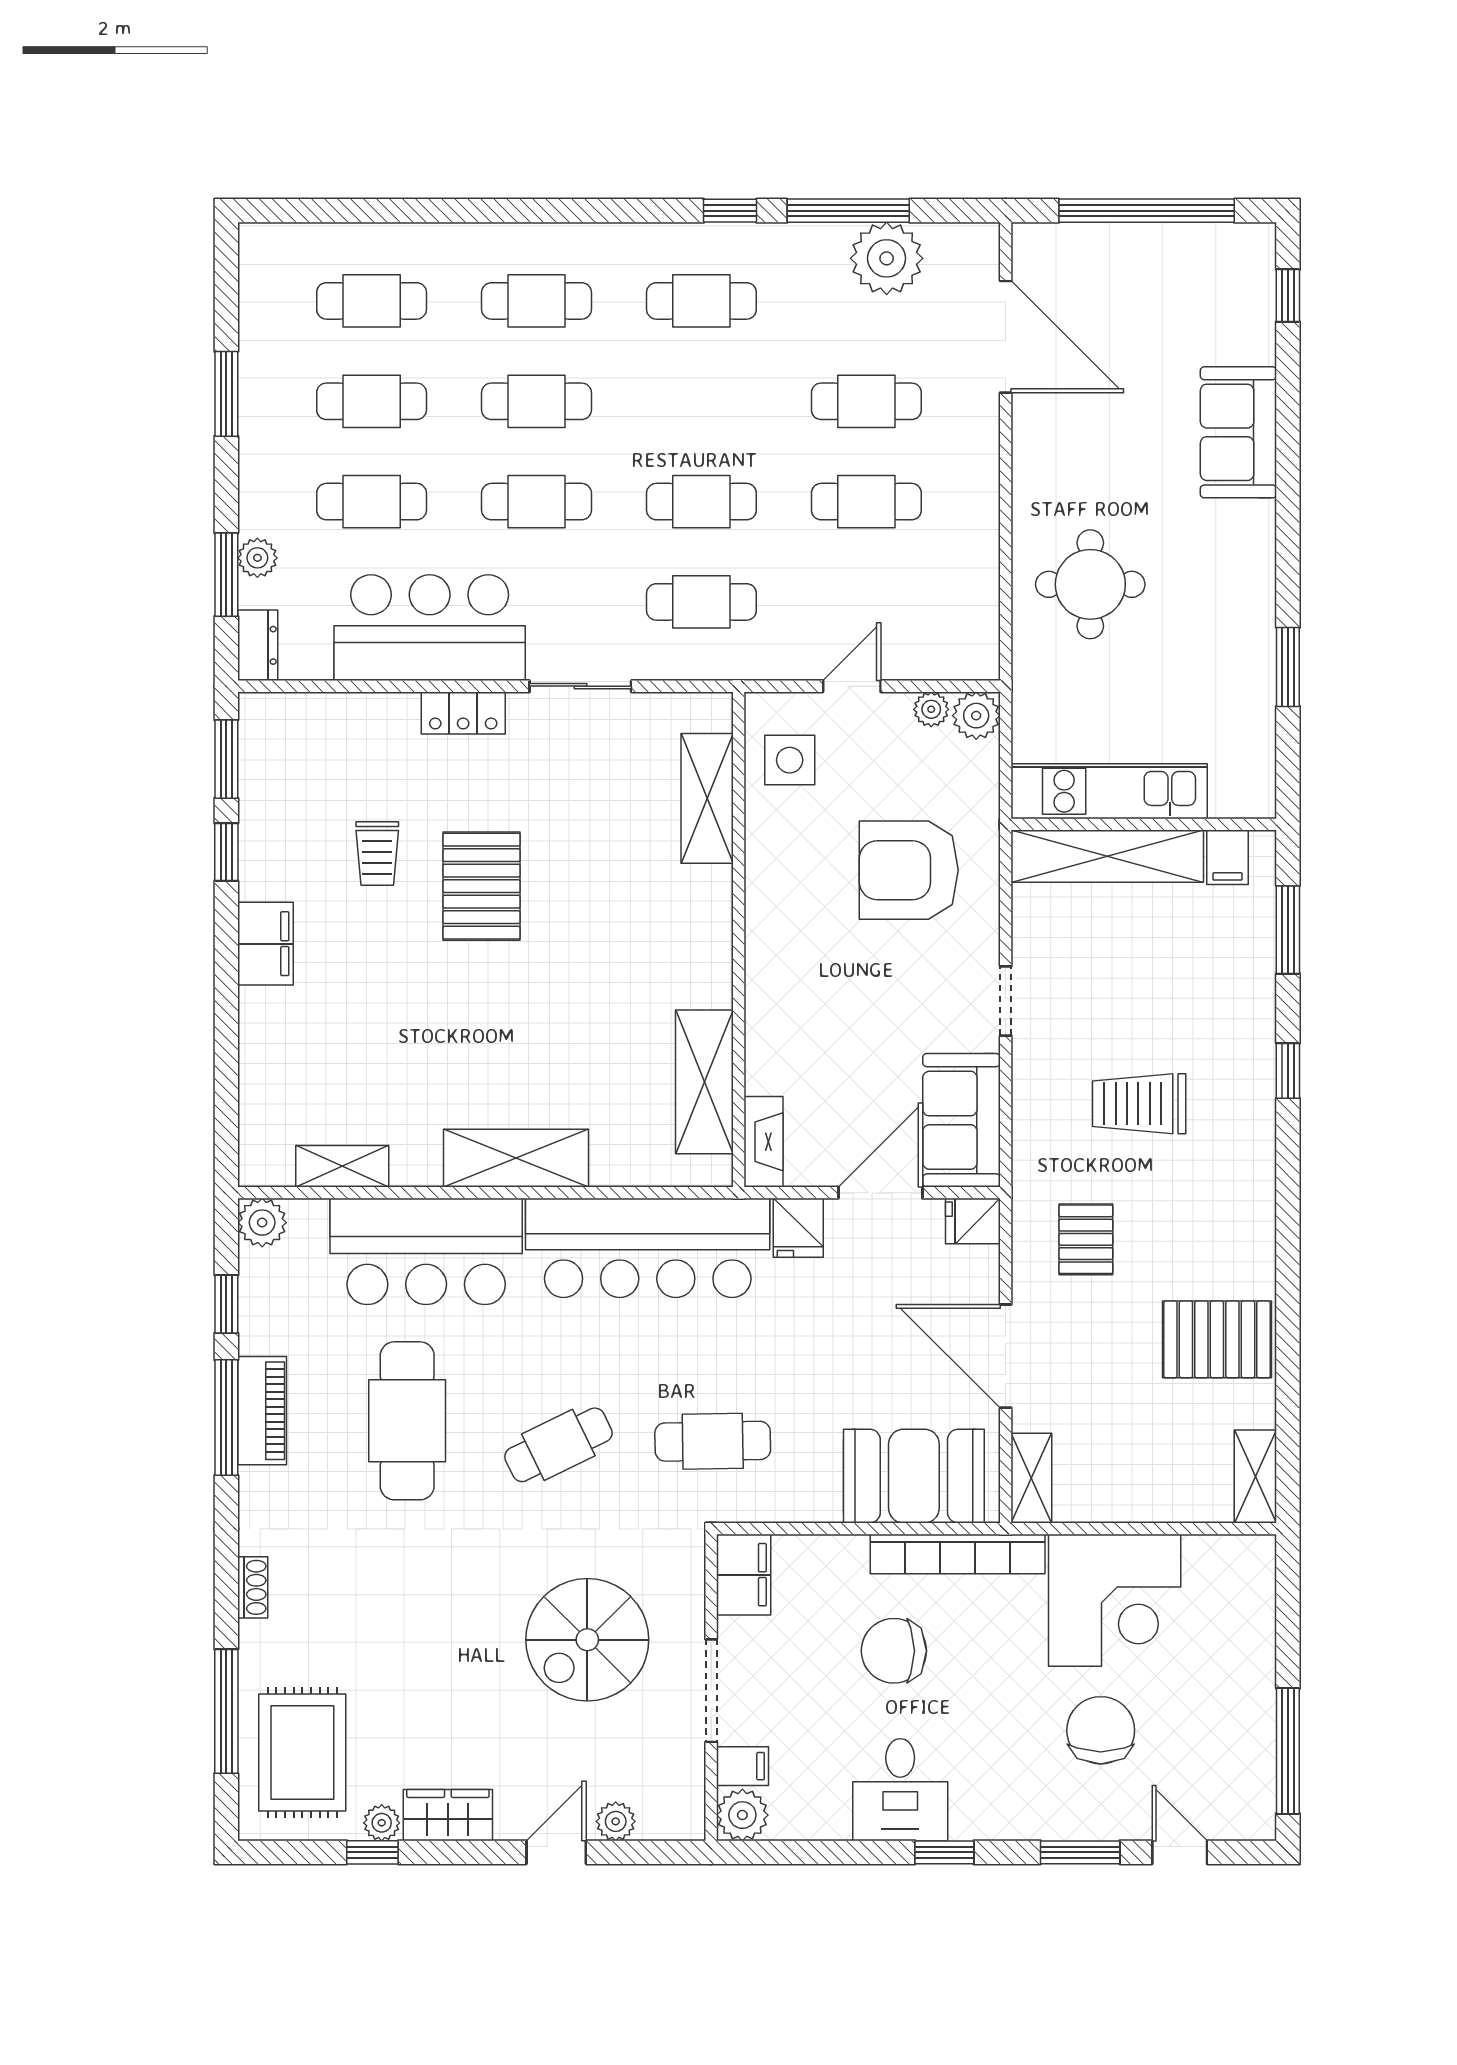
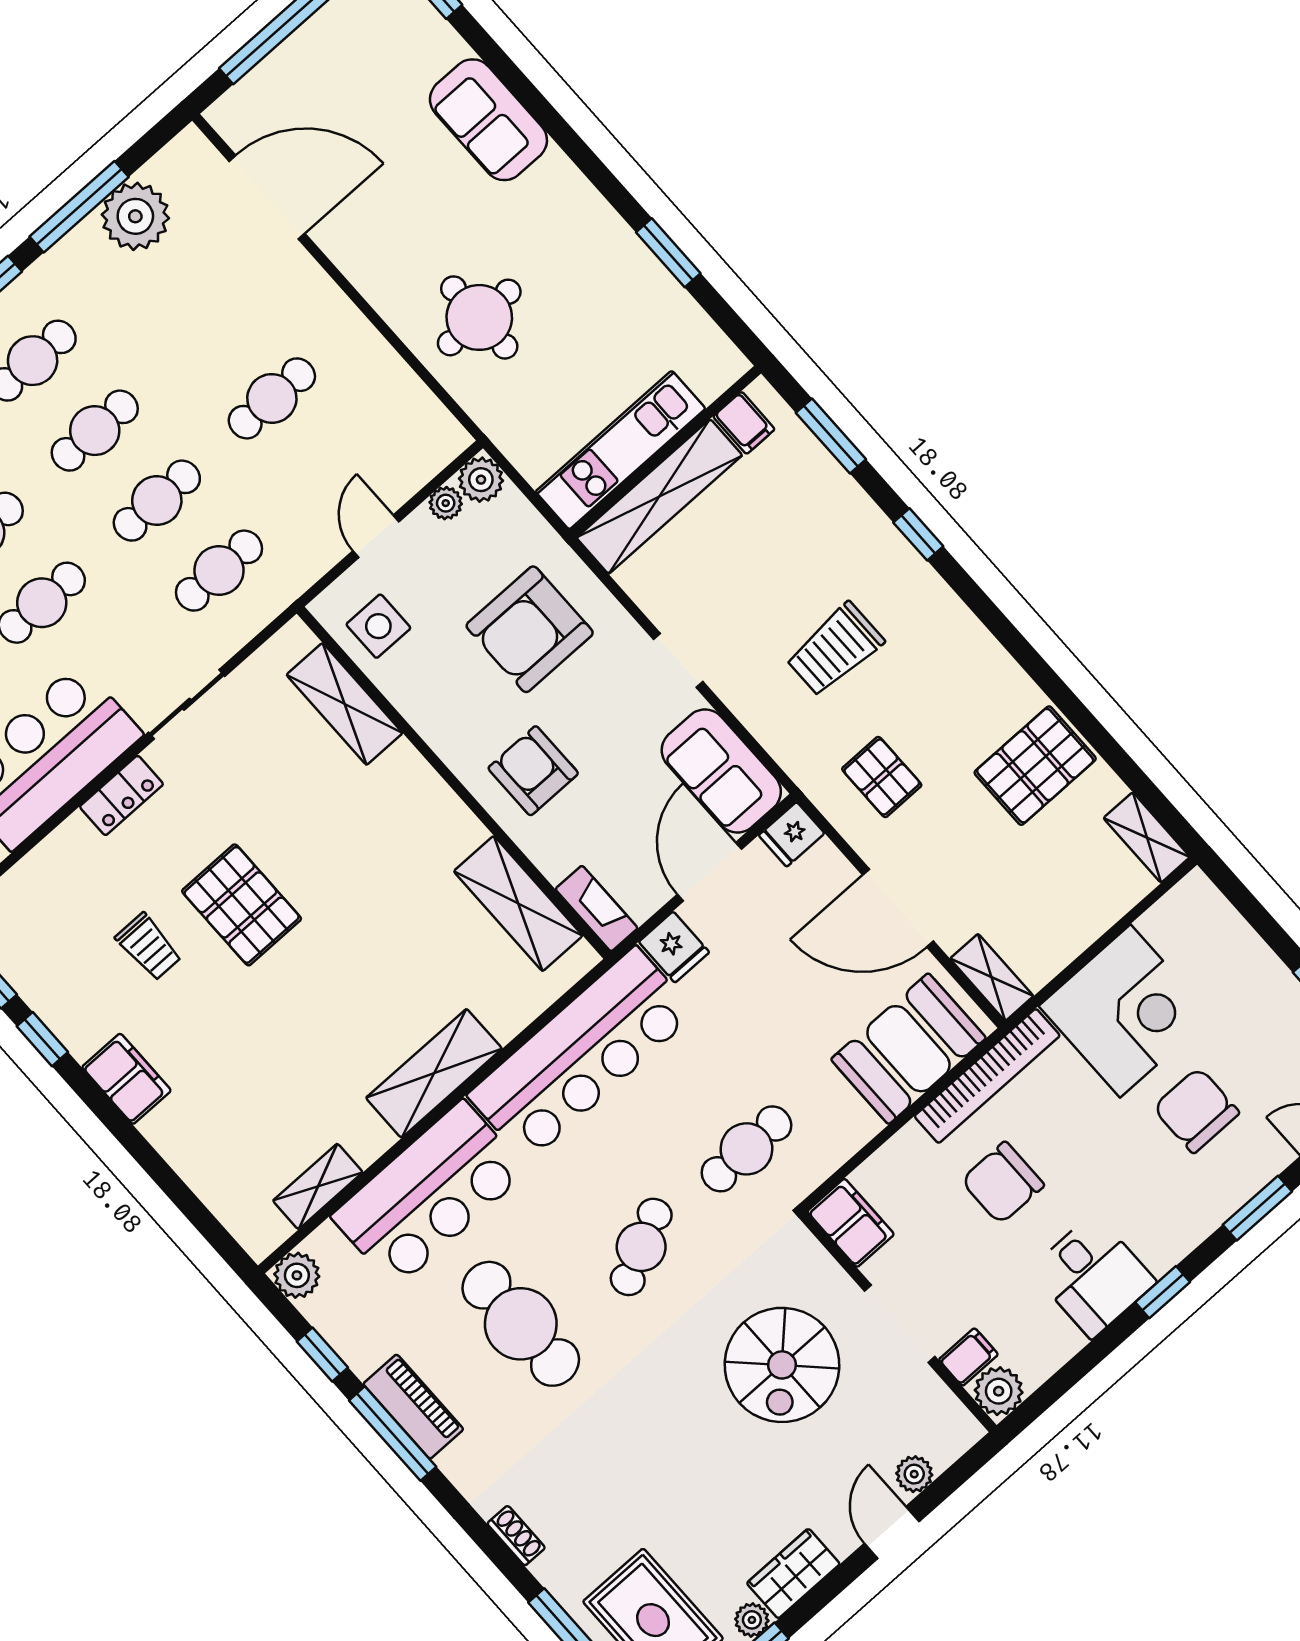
cafe table: (866, 401) -> (95, 431), moved
armchair: (811, 986) -> (533, 771), added

